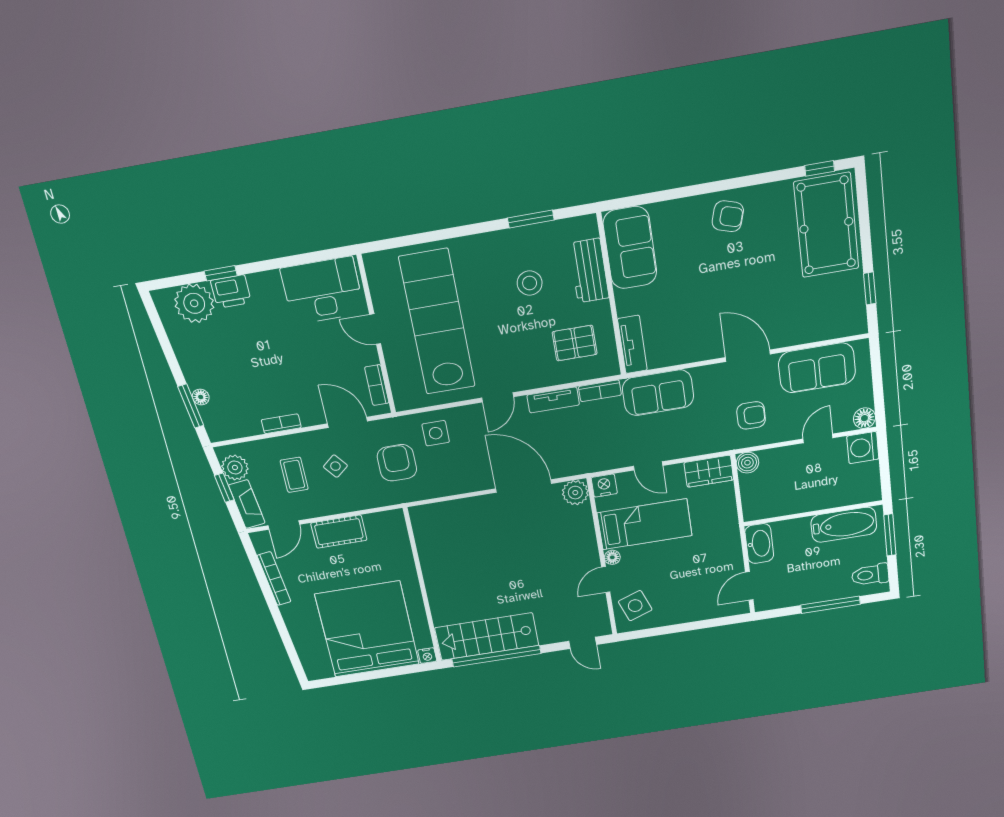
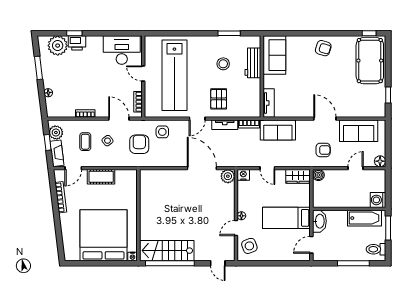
lab bench: (437, 322) -> (174, 75), turned 180
pallet: (575, 343) -> (219, 99), moved, turned 90
window: (191, 406) -> (39, 68), moved
washing machine: (863, 448) -> (378, 200), moved
bed: (645, 524) -> (286, 218), moved, turned 180

